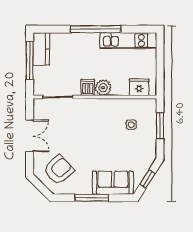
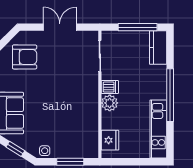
kitchen counter: (41, 49) -> (158, 48), moved, turned 90
side table: (131, 125) -> (45, 151), moved
double door: (30, 136) -> (60, 27), swing flipped
armchair: (59, 170) -> (25, 57), turned -47

